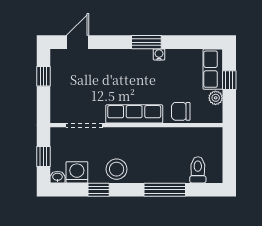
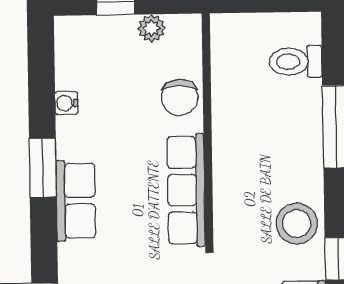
water cooler: (159, 54) -> (66, 103), moved
row of seats: (213, 69) -> (76, 201), moved, turned -90

